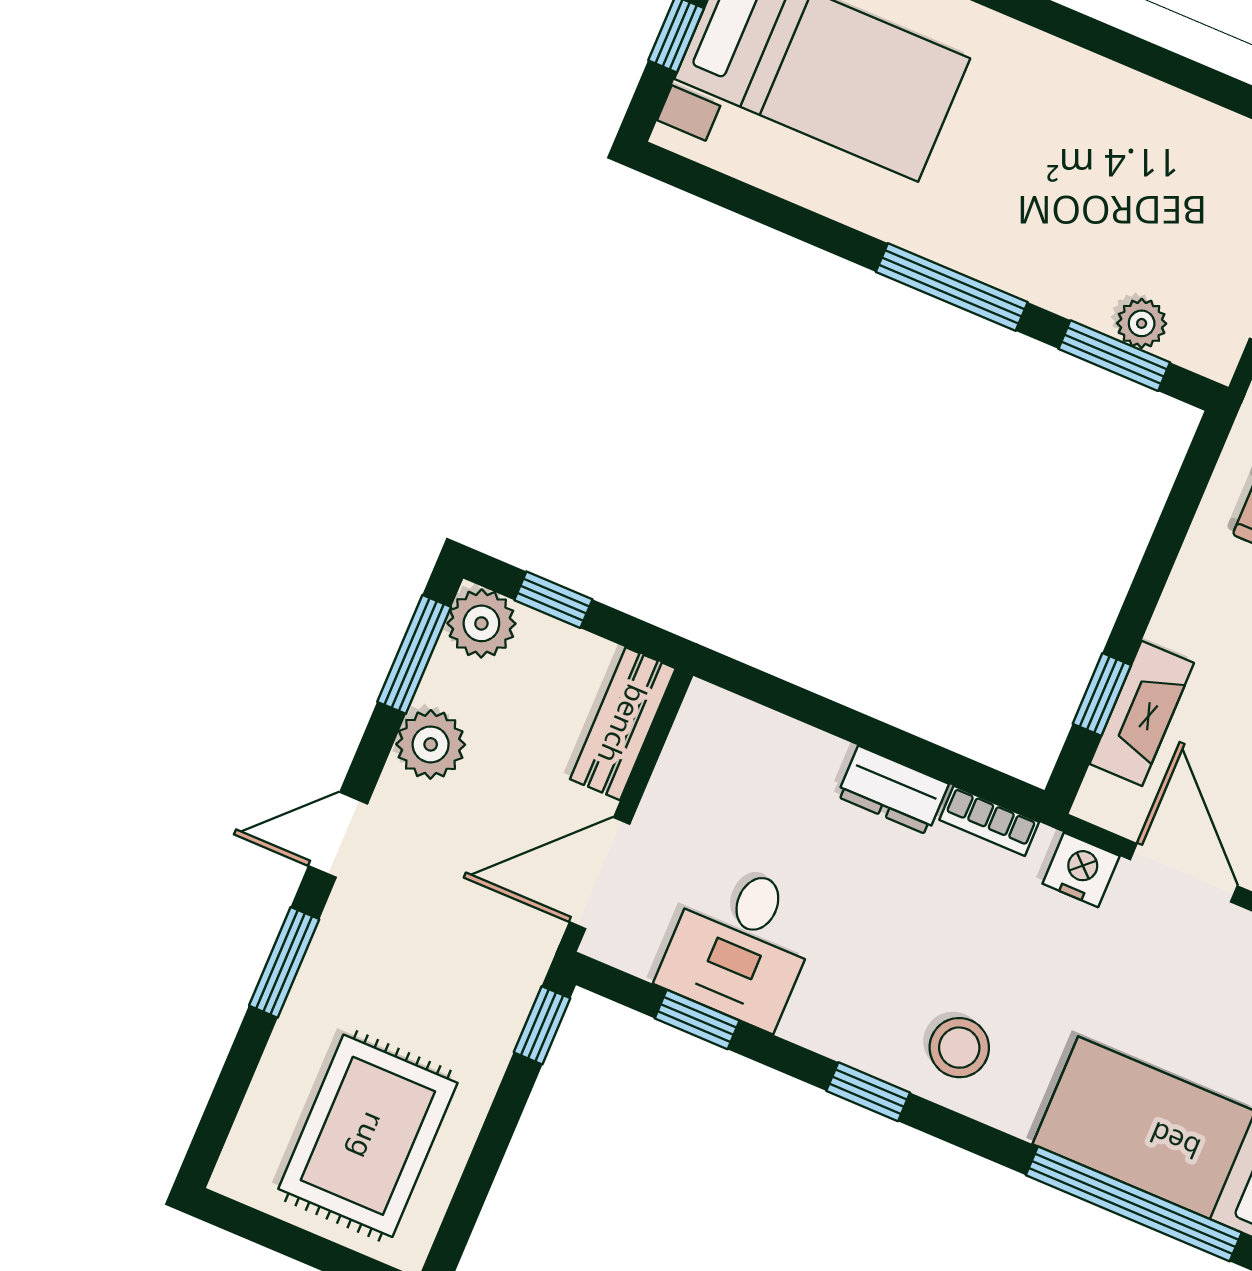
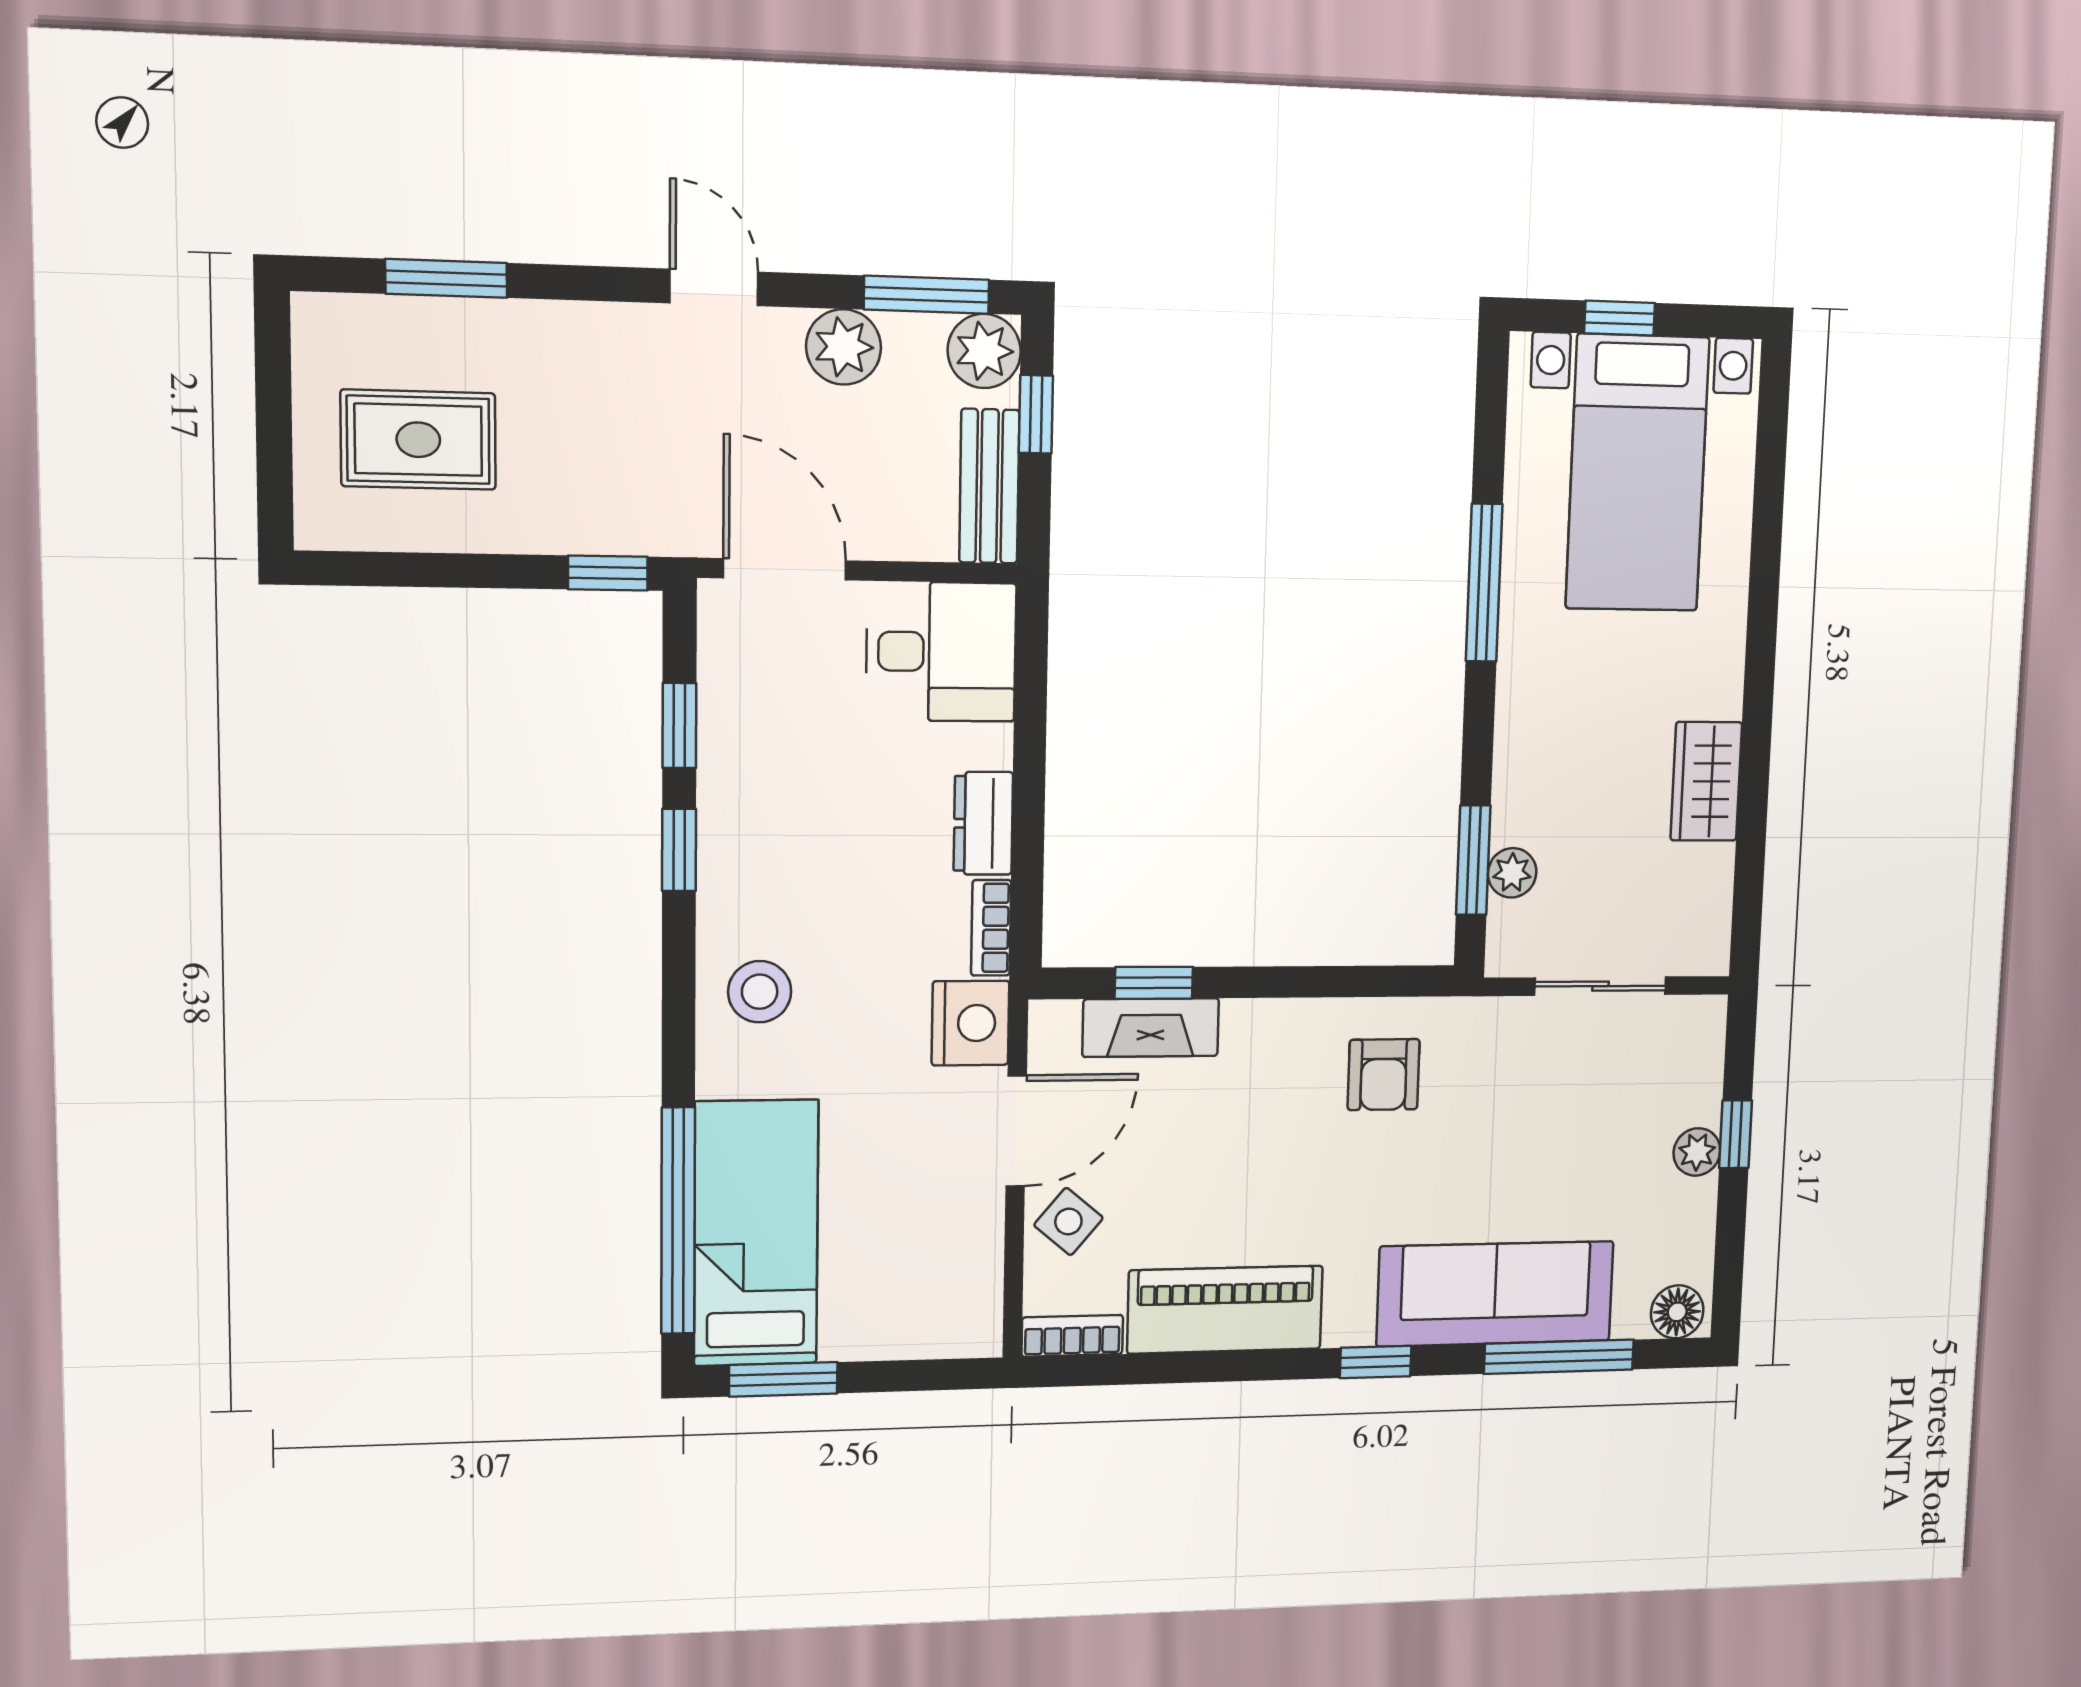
wardrobe: (1134, 106) -> (1706, 781), added
window: (952, 287) -> (1484, 583), moved
bench: (623, 724) -> (989, 486), moved, turned 90
nightstand: (1081, 870) -> (970, 1023), width x1.36, depth x1.33
desk: (740, 944) -> (941, 652), moved, turned 180
window: (284, 962) -> (446, 278), moved
window: (868, 1092) -> (679, 850), moved
rug: (368, 1136) -> (418, 440), width x0.73, depth x0.70

